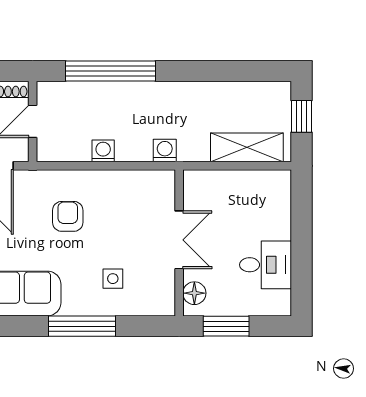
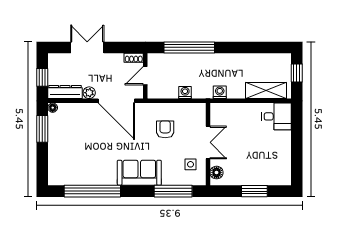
double door: (179, 240) -> (208, 142), moved
wall: (179, 243) -> (208, 144), moved
desk: (266, 265) -> (277, 116), moved
floor lamp: (194, 293) -> (217, 173), moved

